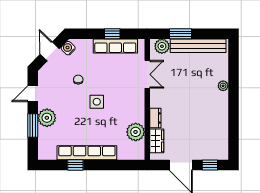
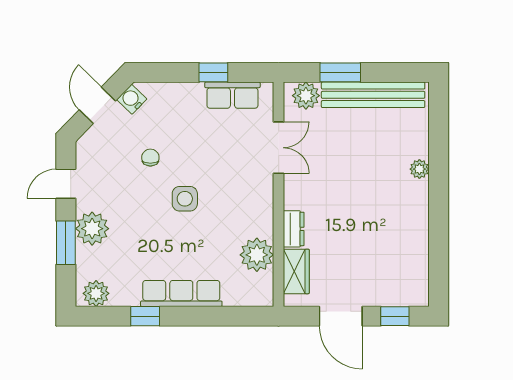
row of seats: (115, 46) -> (232, 95), width x0.68
plant: (49, 153) -> (96, 293), added
row of seats: (87, 153) -> (181, 293), width x0.73

